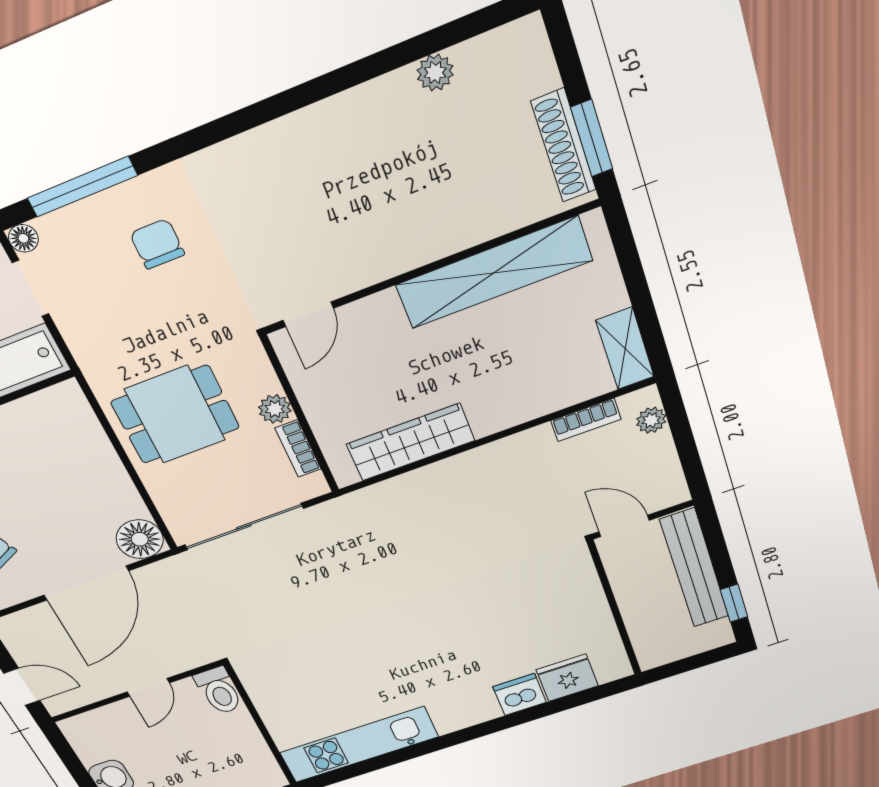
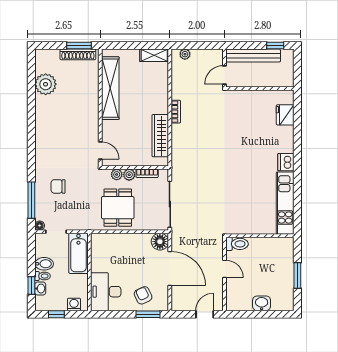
plant: (435, 73) -> (46, 84), width x1.88, depth x1.88
plant: (261, 379) -> (117, 174), added
bookcase: (586, 420) -> (176, 112), moved
dishwasher: (520, 695) -> (286, 162), moved

